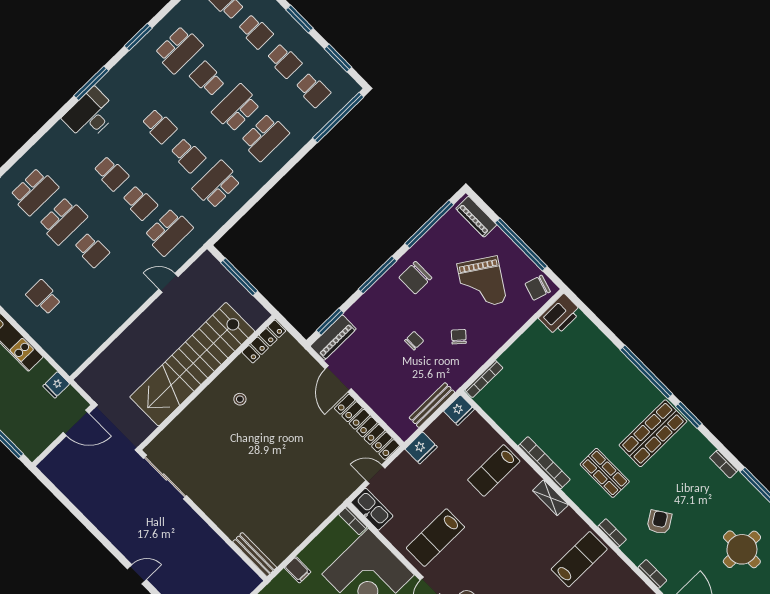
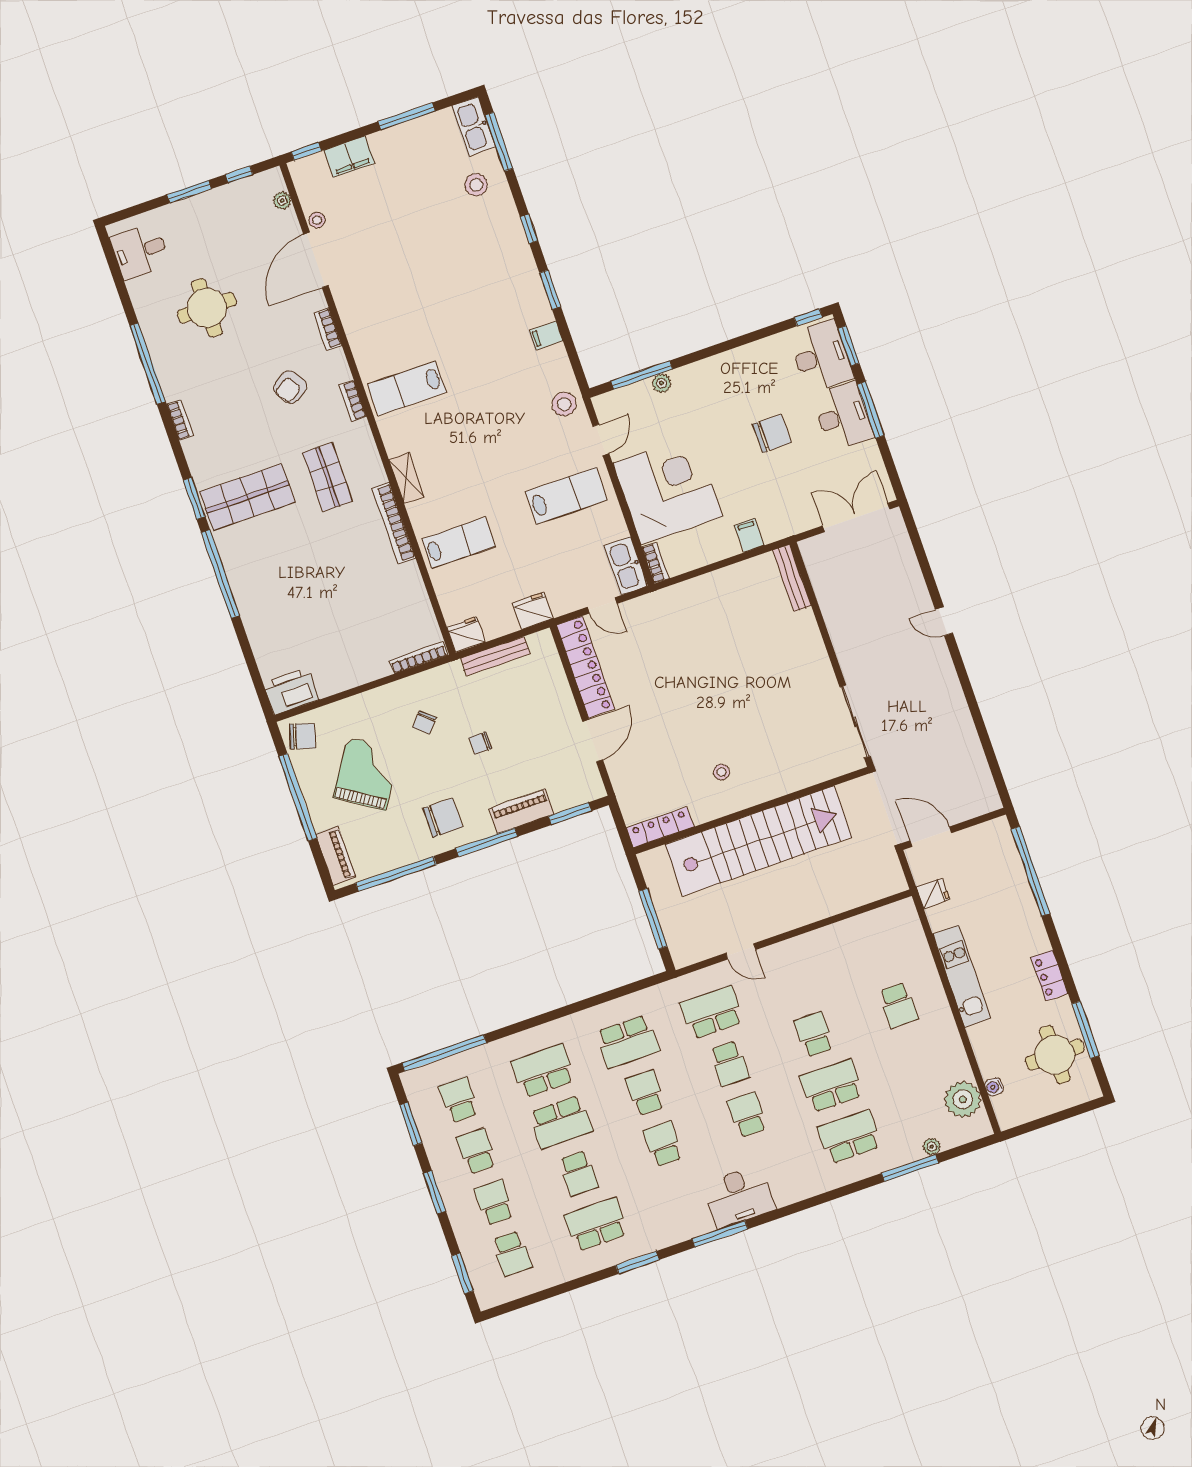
school desk: (140, 203) -> (730, 1064), turned 180
piano: (333, 338) -> (521, 811), moved

